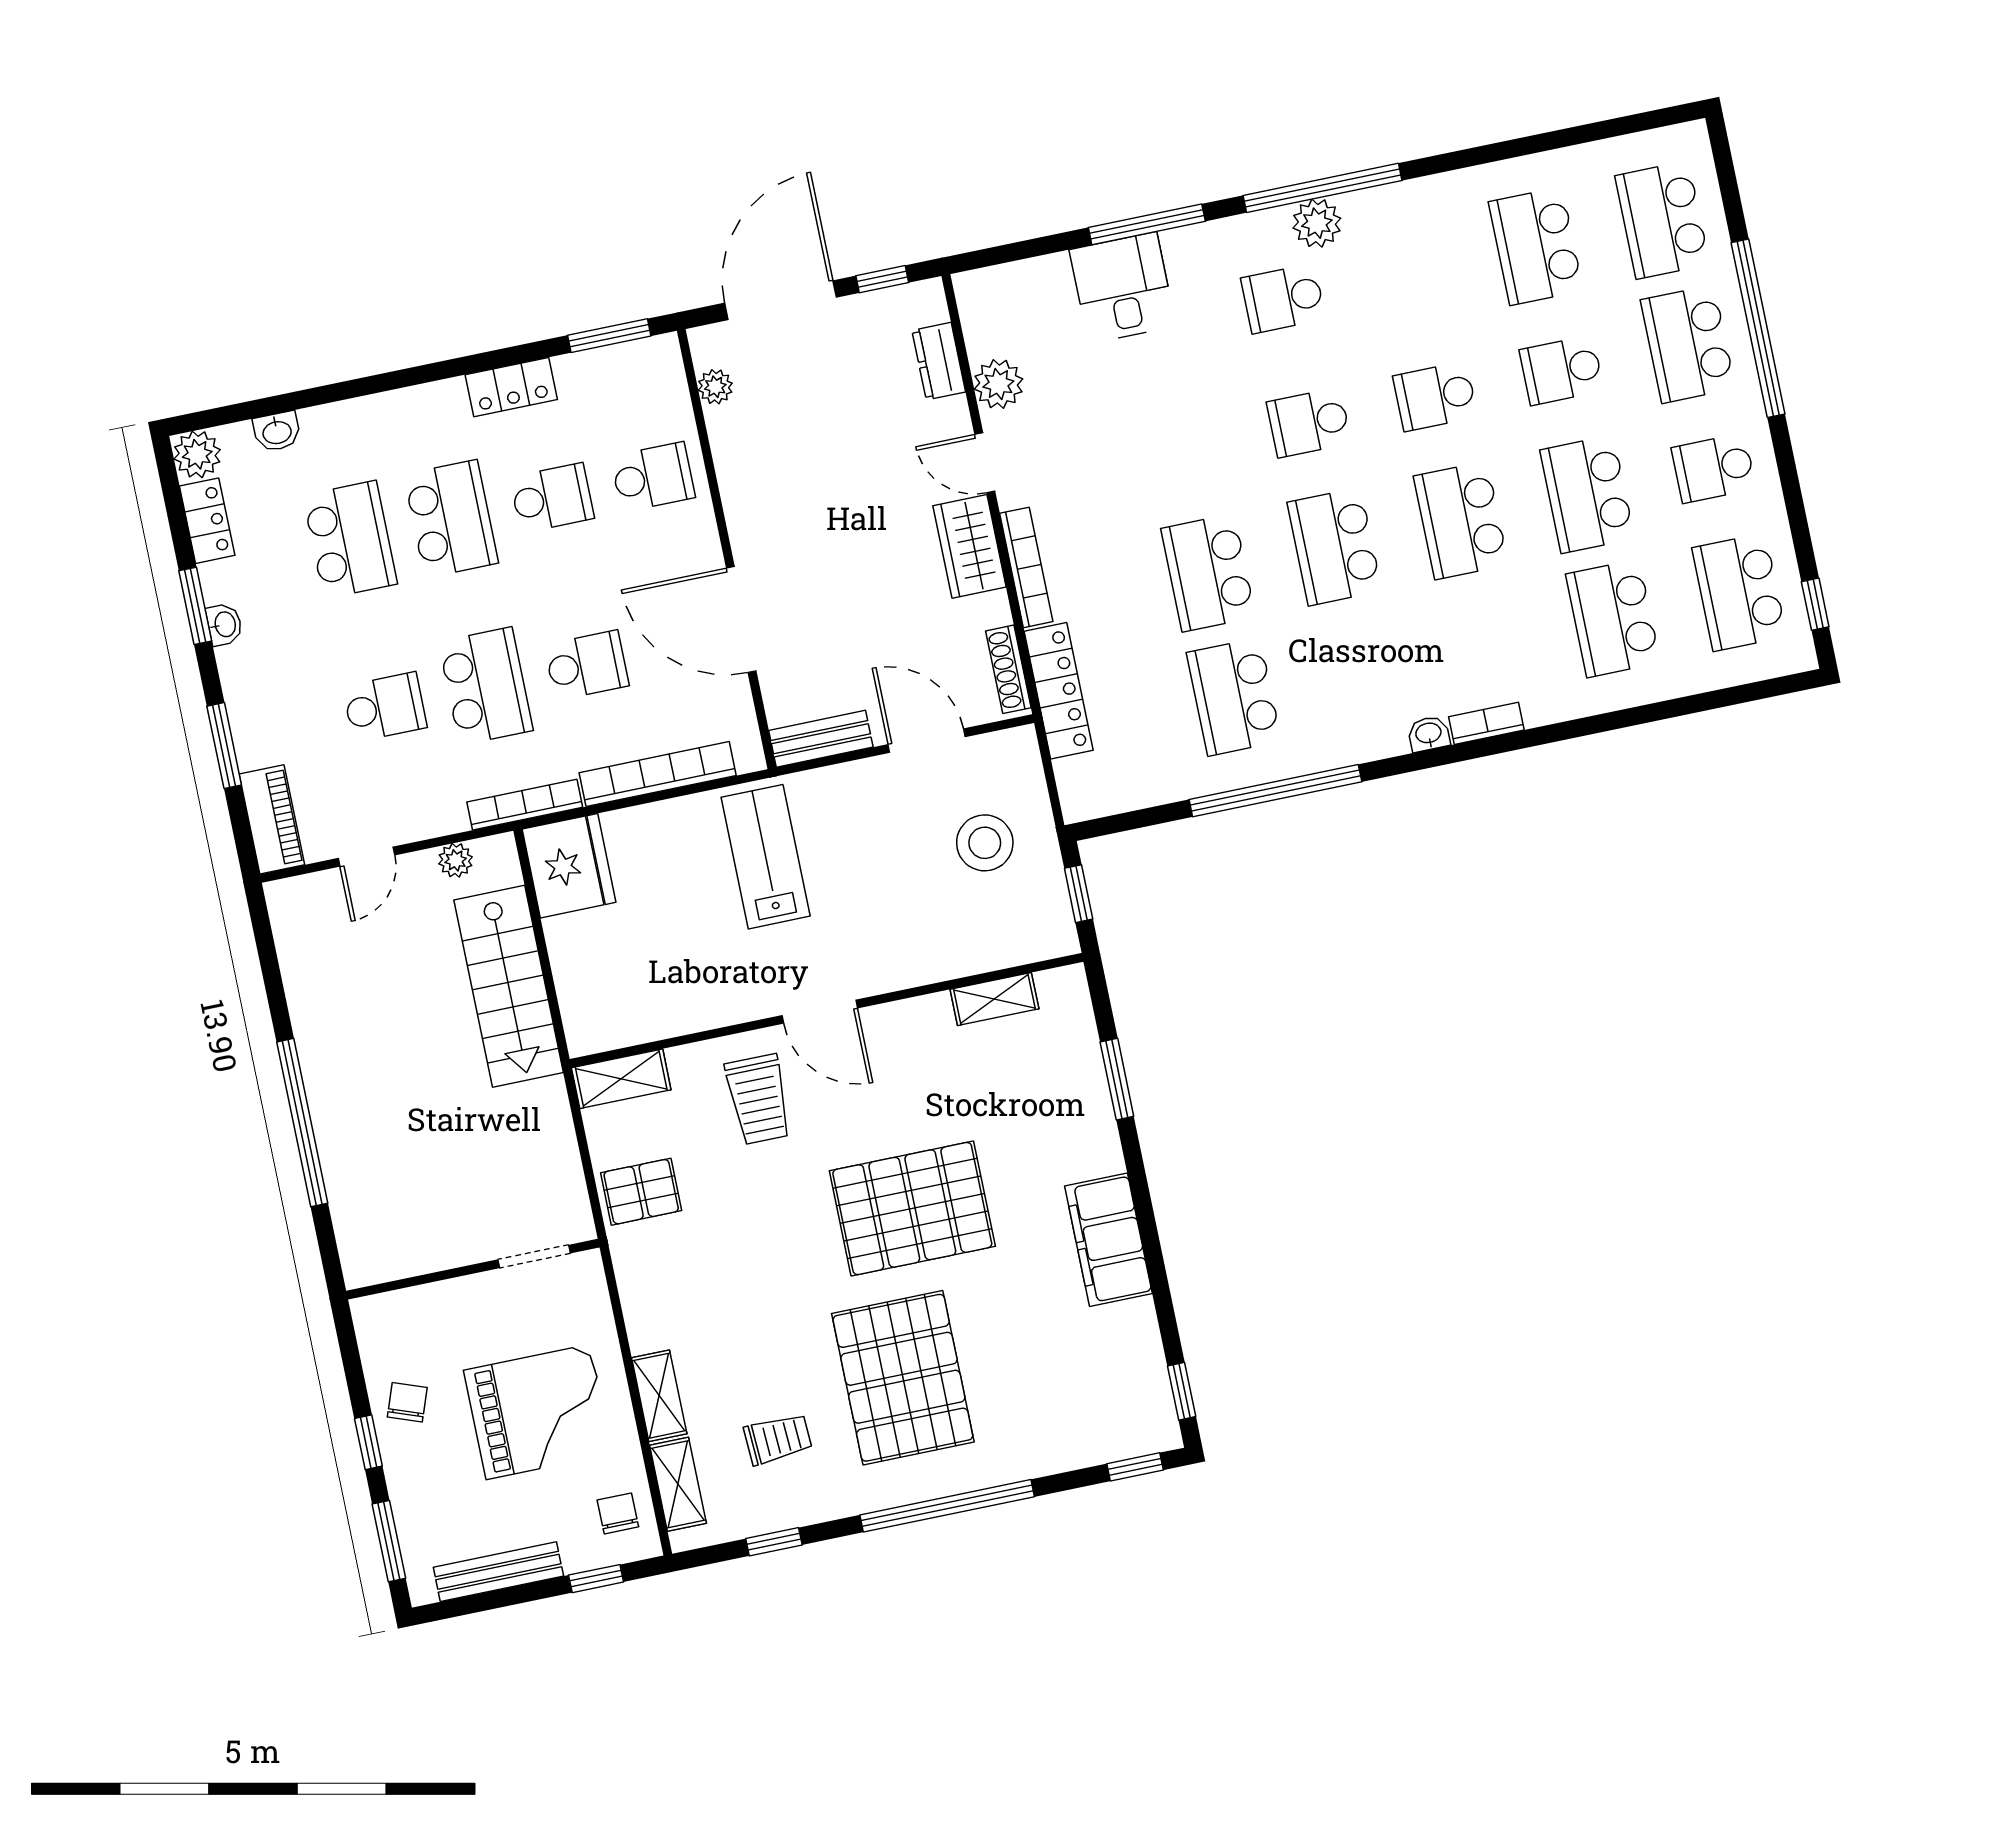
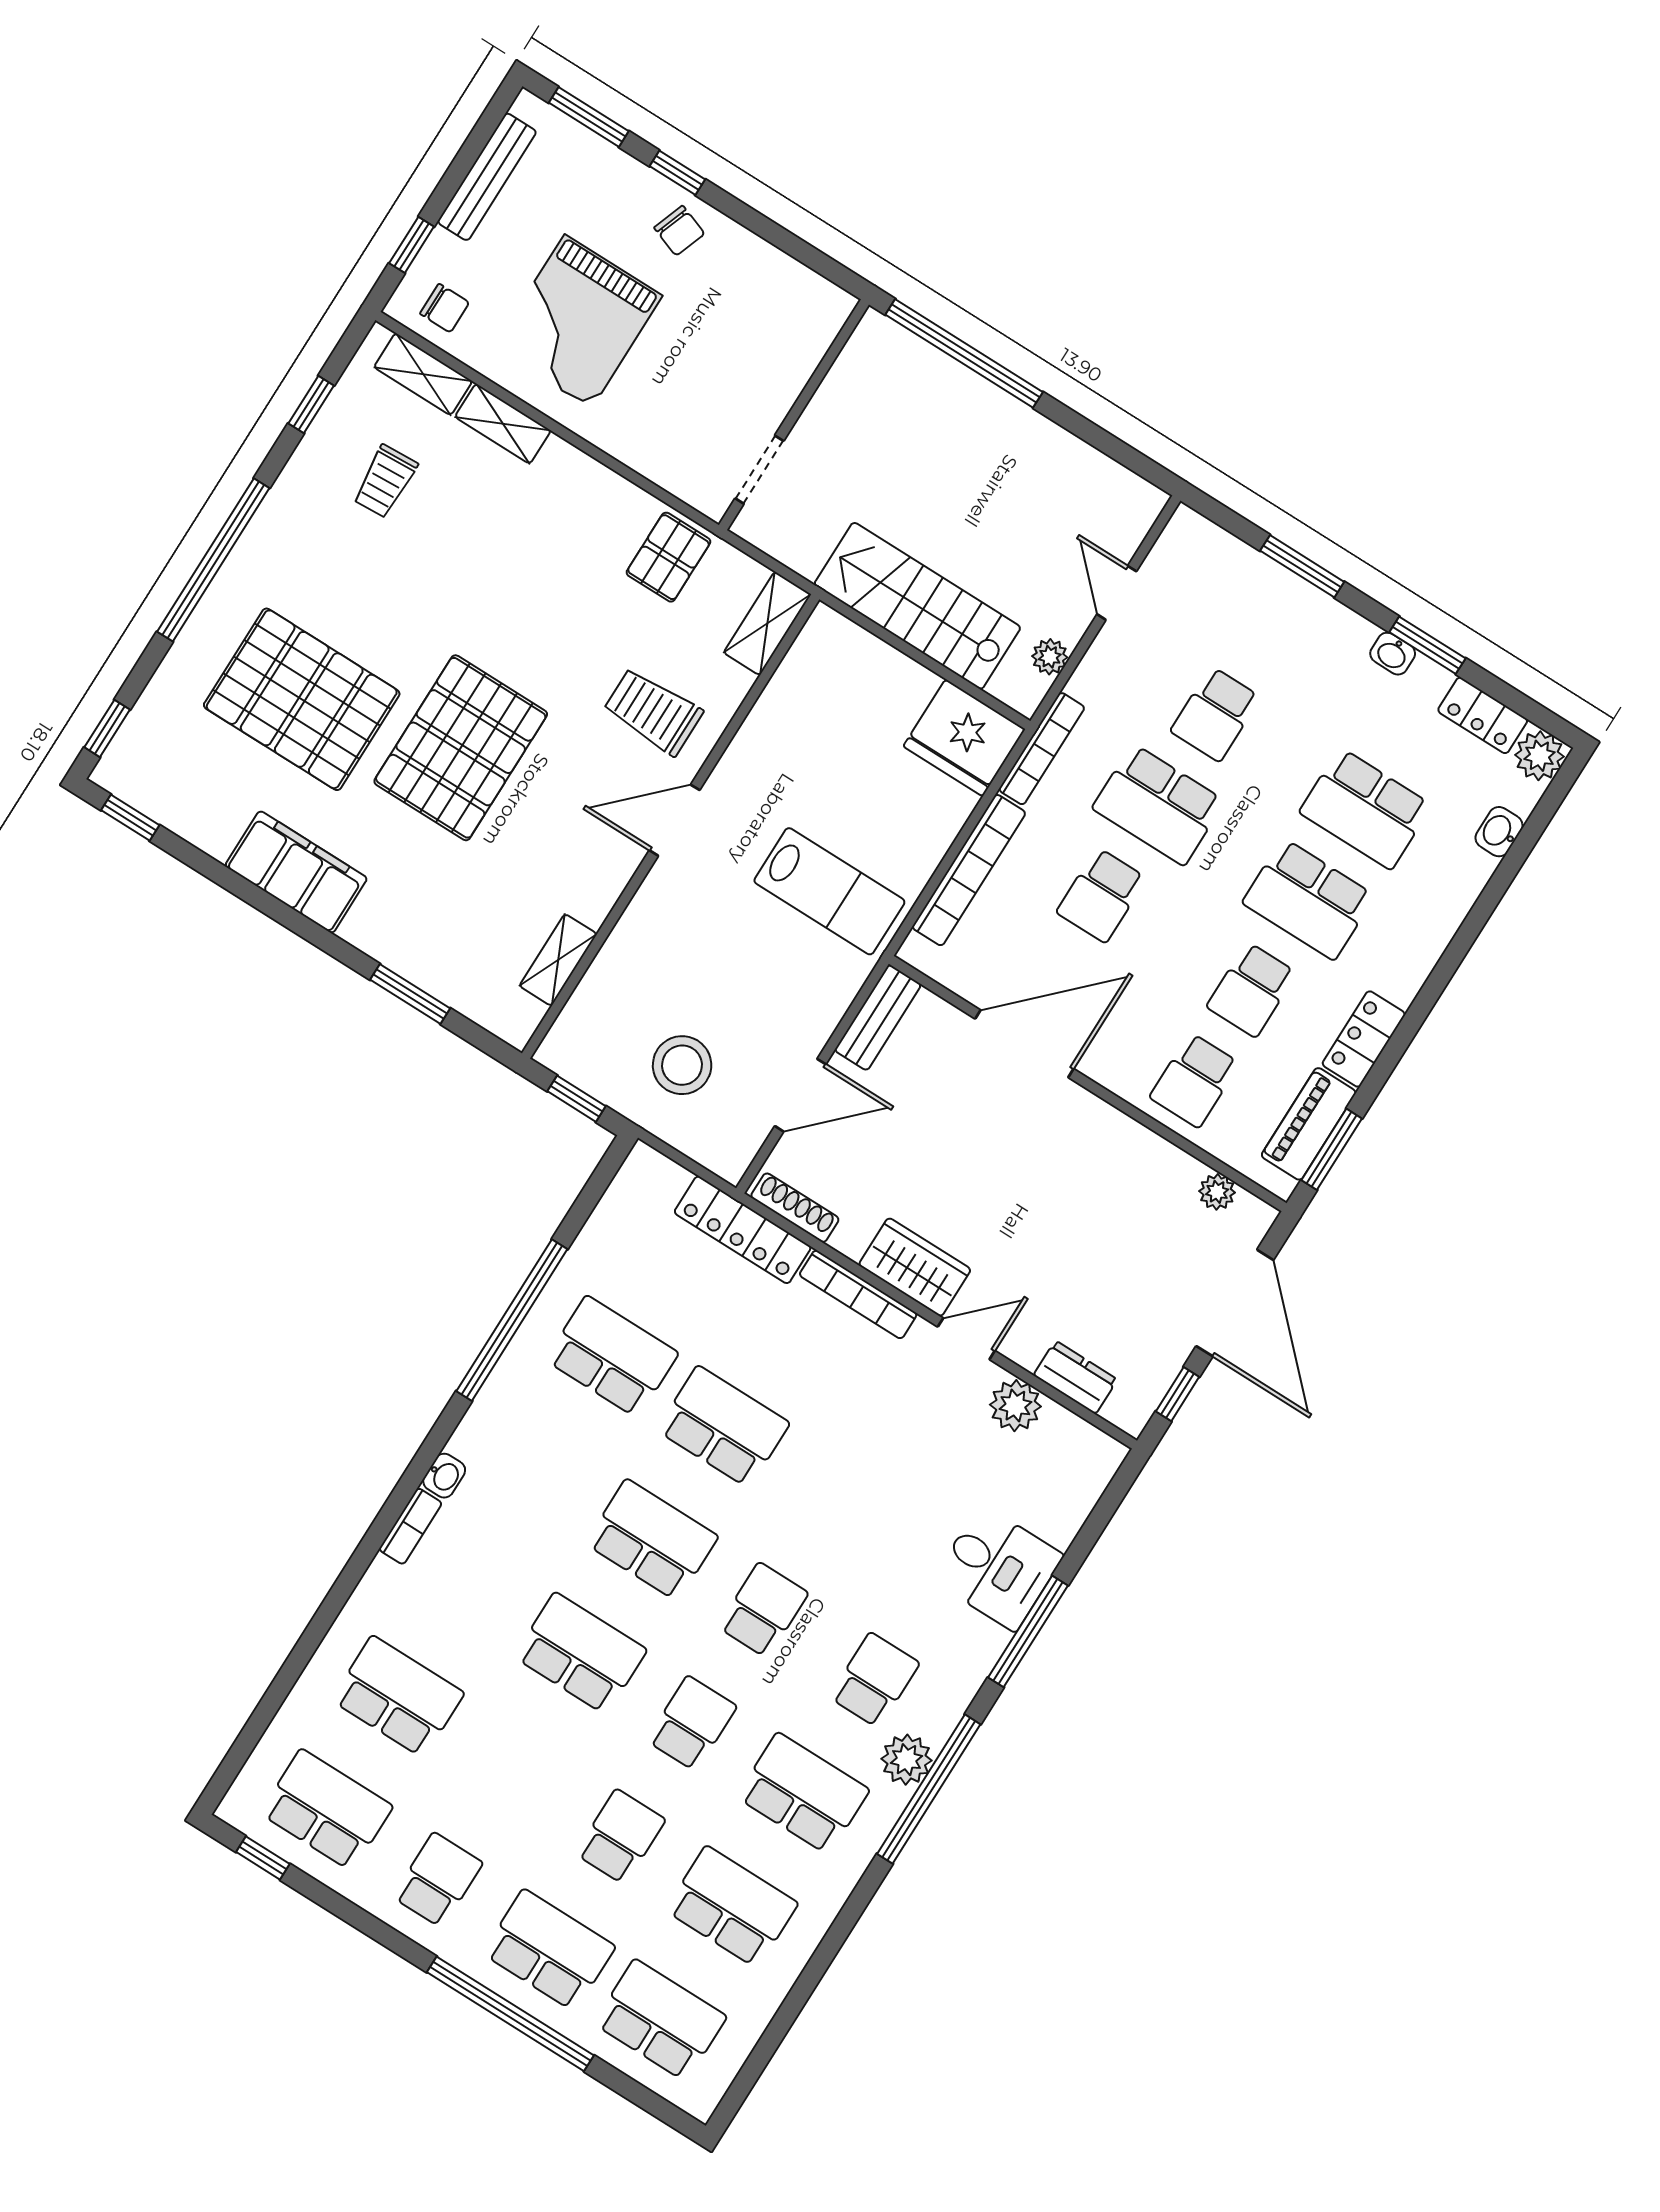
school desk: (1587, 494) -> (803, 1793), moved
piano: (272, 819) -> (1309, 1124), moved, turned 90
doorway: (534, 1256) -> (759, 470), moved
wall: (473, 1269) -> (794, 415), moved
pallet: (903, 1378) -> (302, 699), moved

